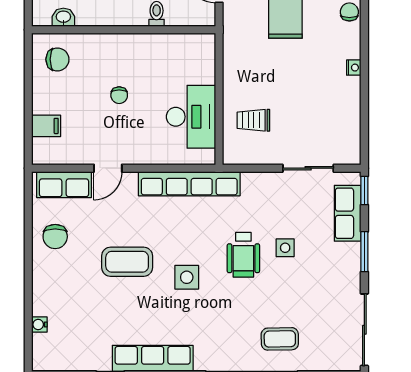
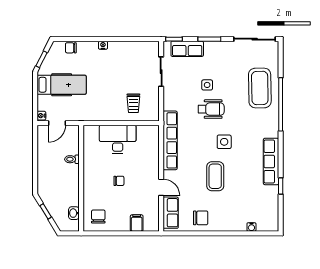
desk: (191, 117) -> (118, 139), moved
coffee table: (280, 339) -> (260, 88), width x1.86, depth x1.72

